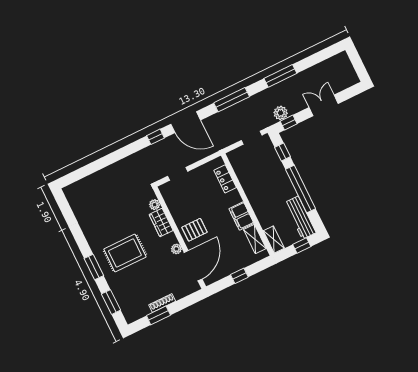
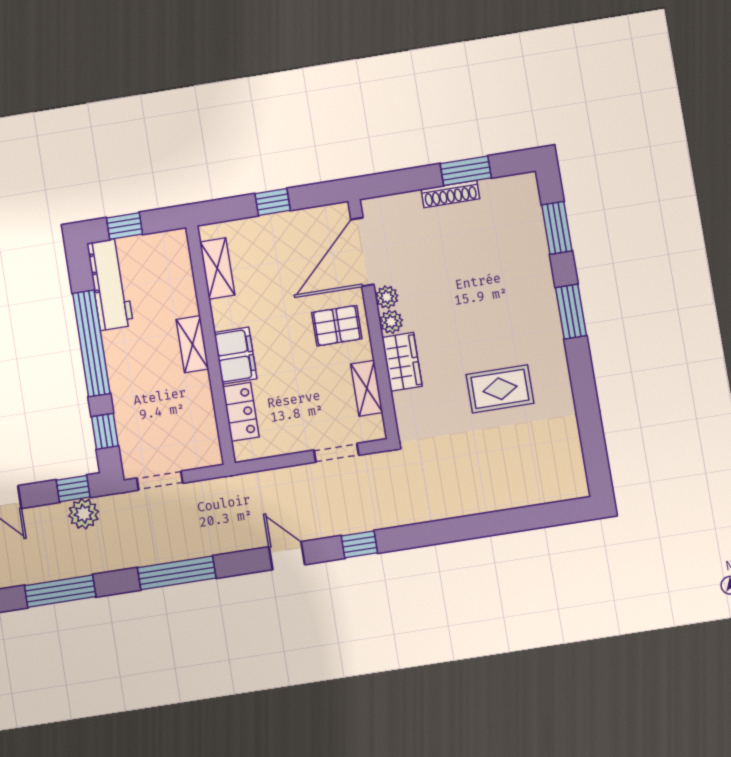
door: (186, 122) -> (287, 556), width x0.53
plant: (155, 205) -> (391, 322), moved
shelving: (173, 206) -> (367, 388), added
filing cabinet: (241, 216) -> (236, 356), moved
shelving: (274, 240) -> (192, 344), moved
rug: (125, 253) -> (500, 389), moved, width x0.73, depth x0.70

